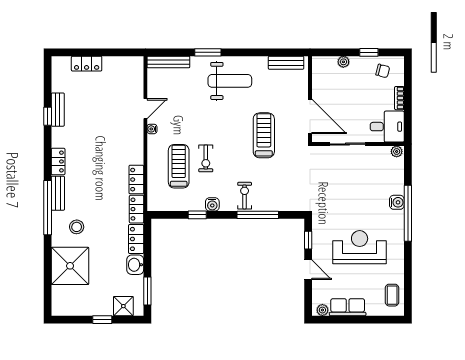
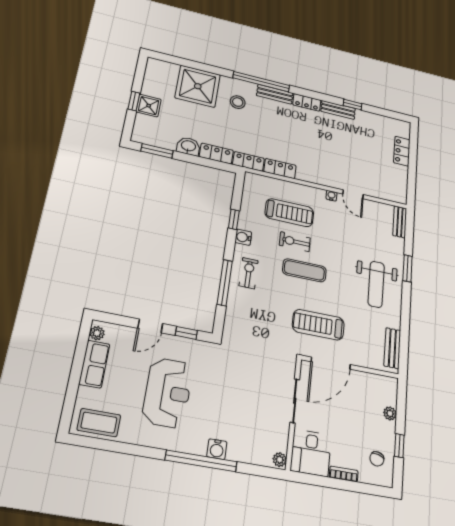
bench: (168, 62) -> (400, 222), width x0.73
bench: (58, 110) -> (338, 110), moved
treadmill: (264, 135) -> (318, 325), moved, turned 180
exercise mat: (231, 147) -> (304, 270), added
exercise bike: (245, 196) -> (249, 273), turned -90
coffee table: (392, 295) -> (99, 423), width x1.36, depth x1.30
shower: (123, 306) -> (149, 106), moved

